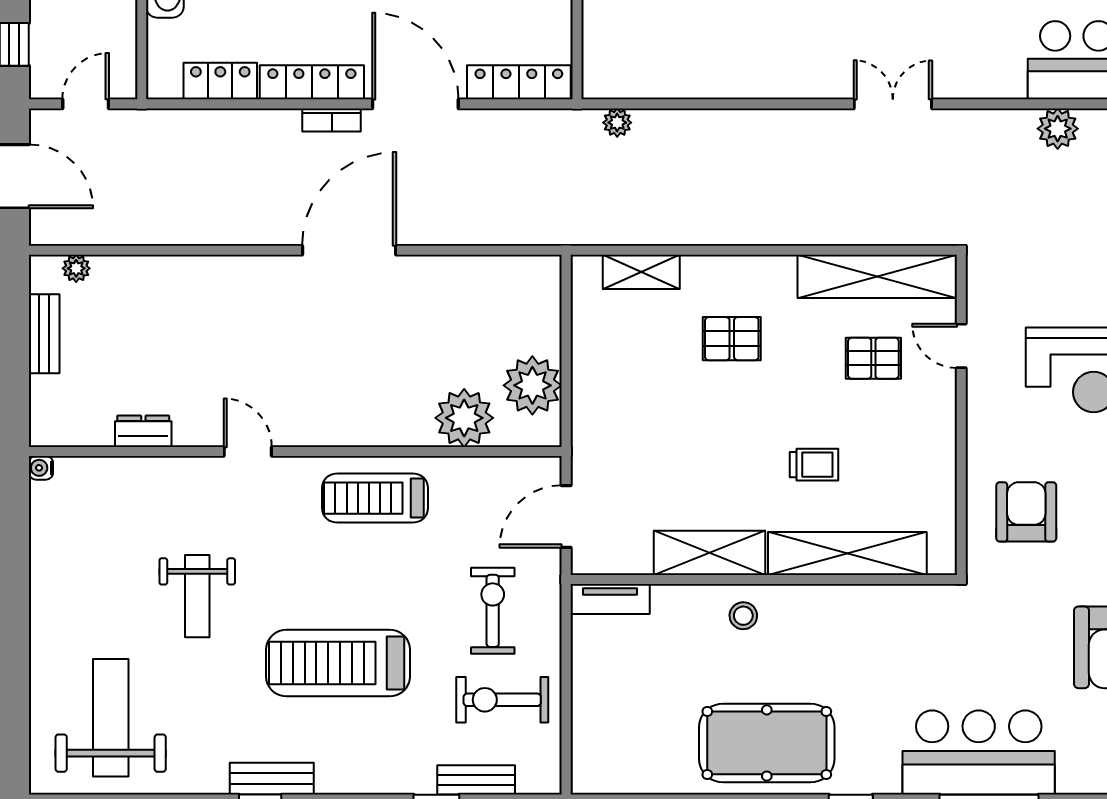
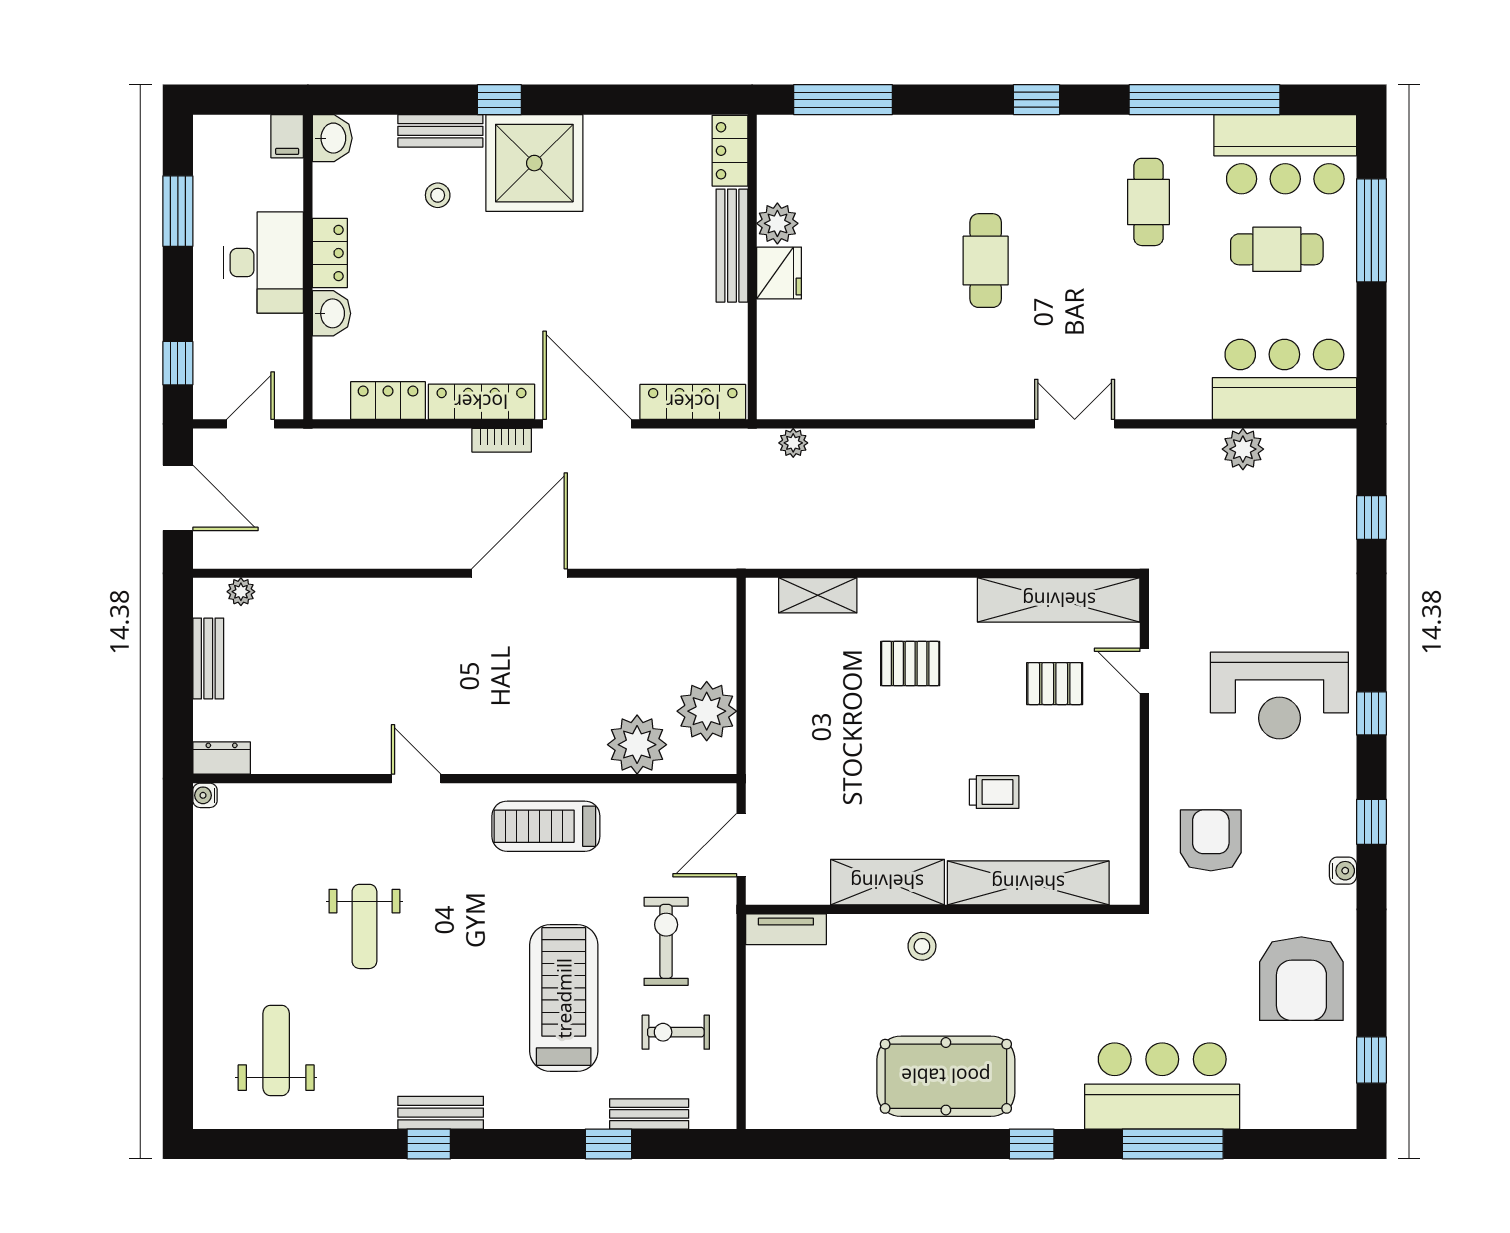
dresser: (143, 431) -> (222, 758), moved
treadmill: (338, 663) -> (564, 998), moved, turned 90
exercise bike: (502, 700) -> (676, 1032), width x0.73, depth x0.72
weight bench: (111, 718) -> (276, 1051), width x0.73, depth x0.75

